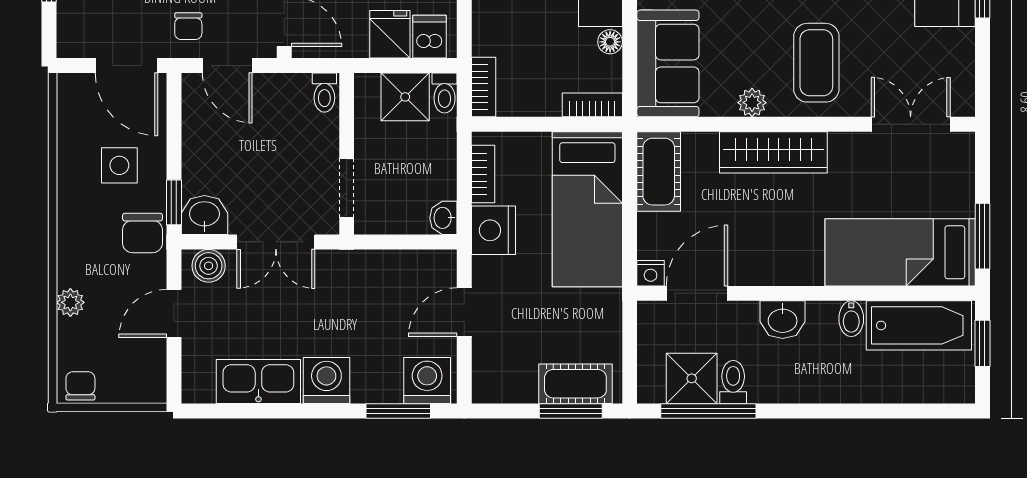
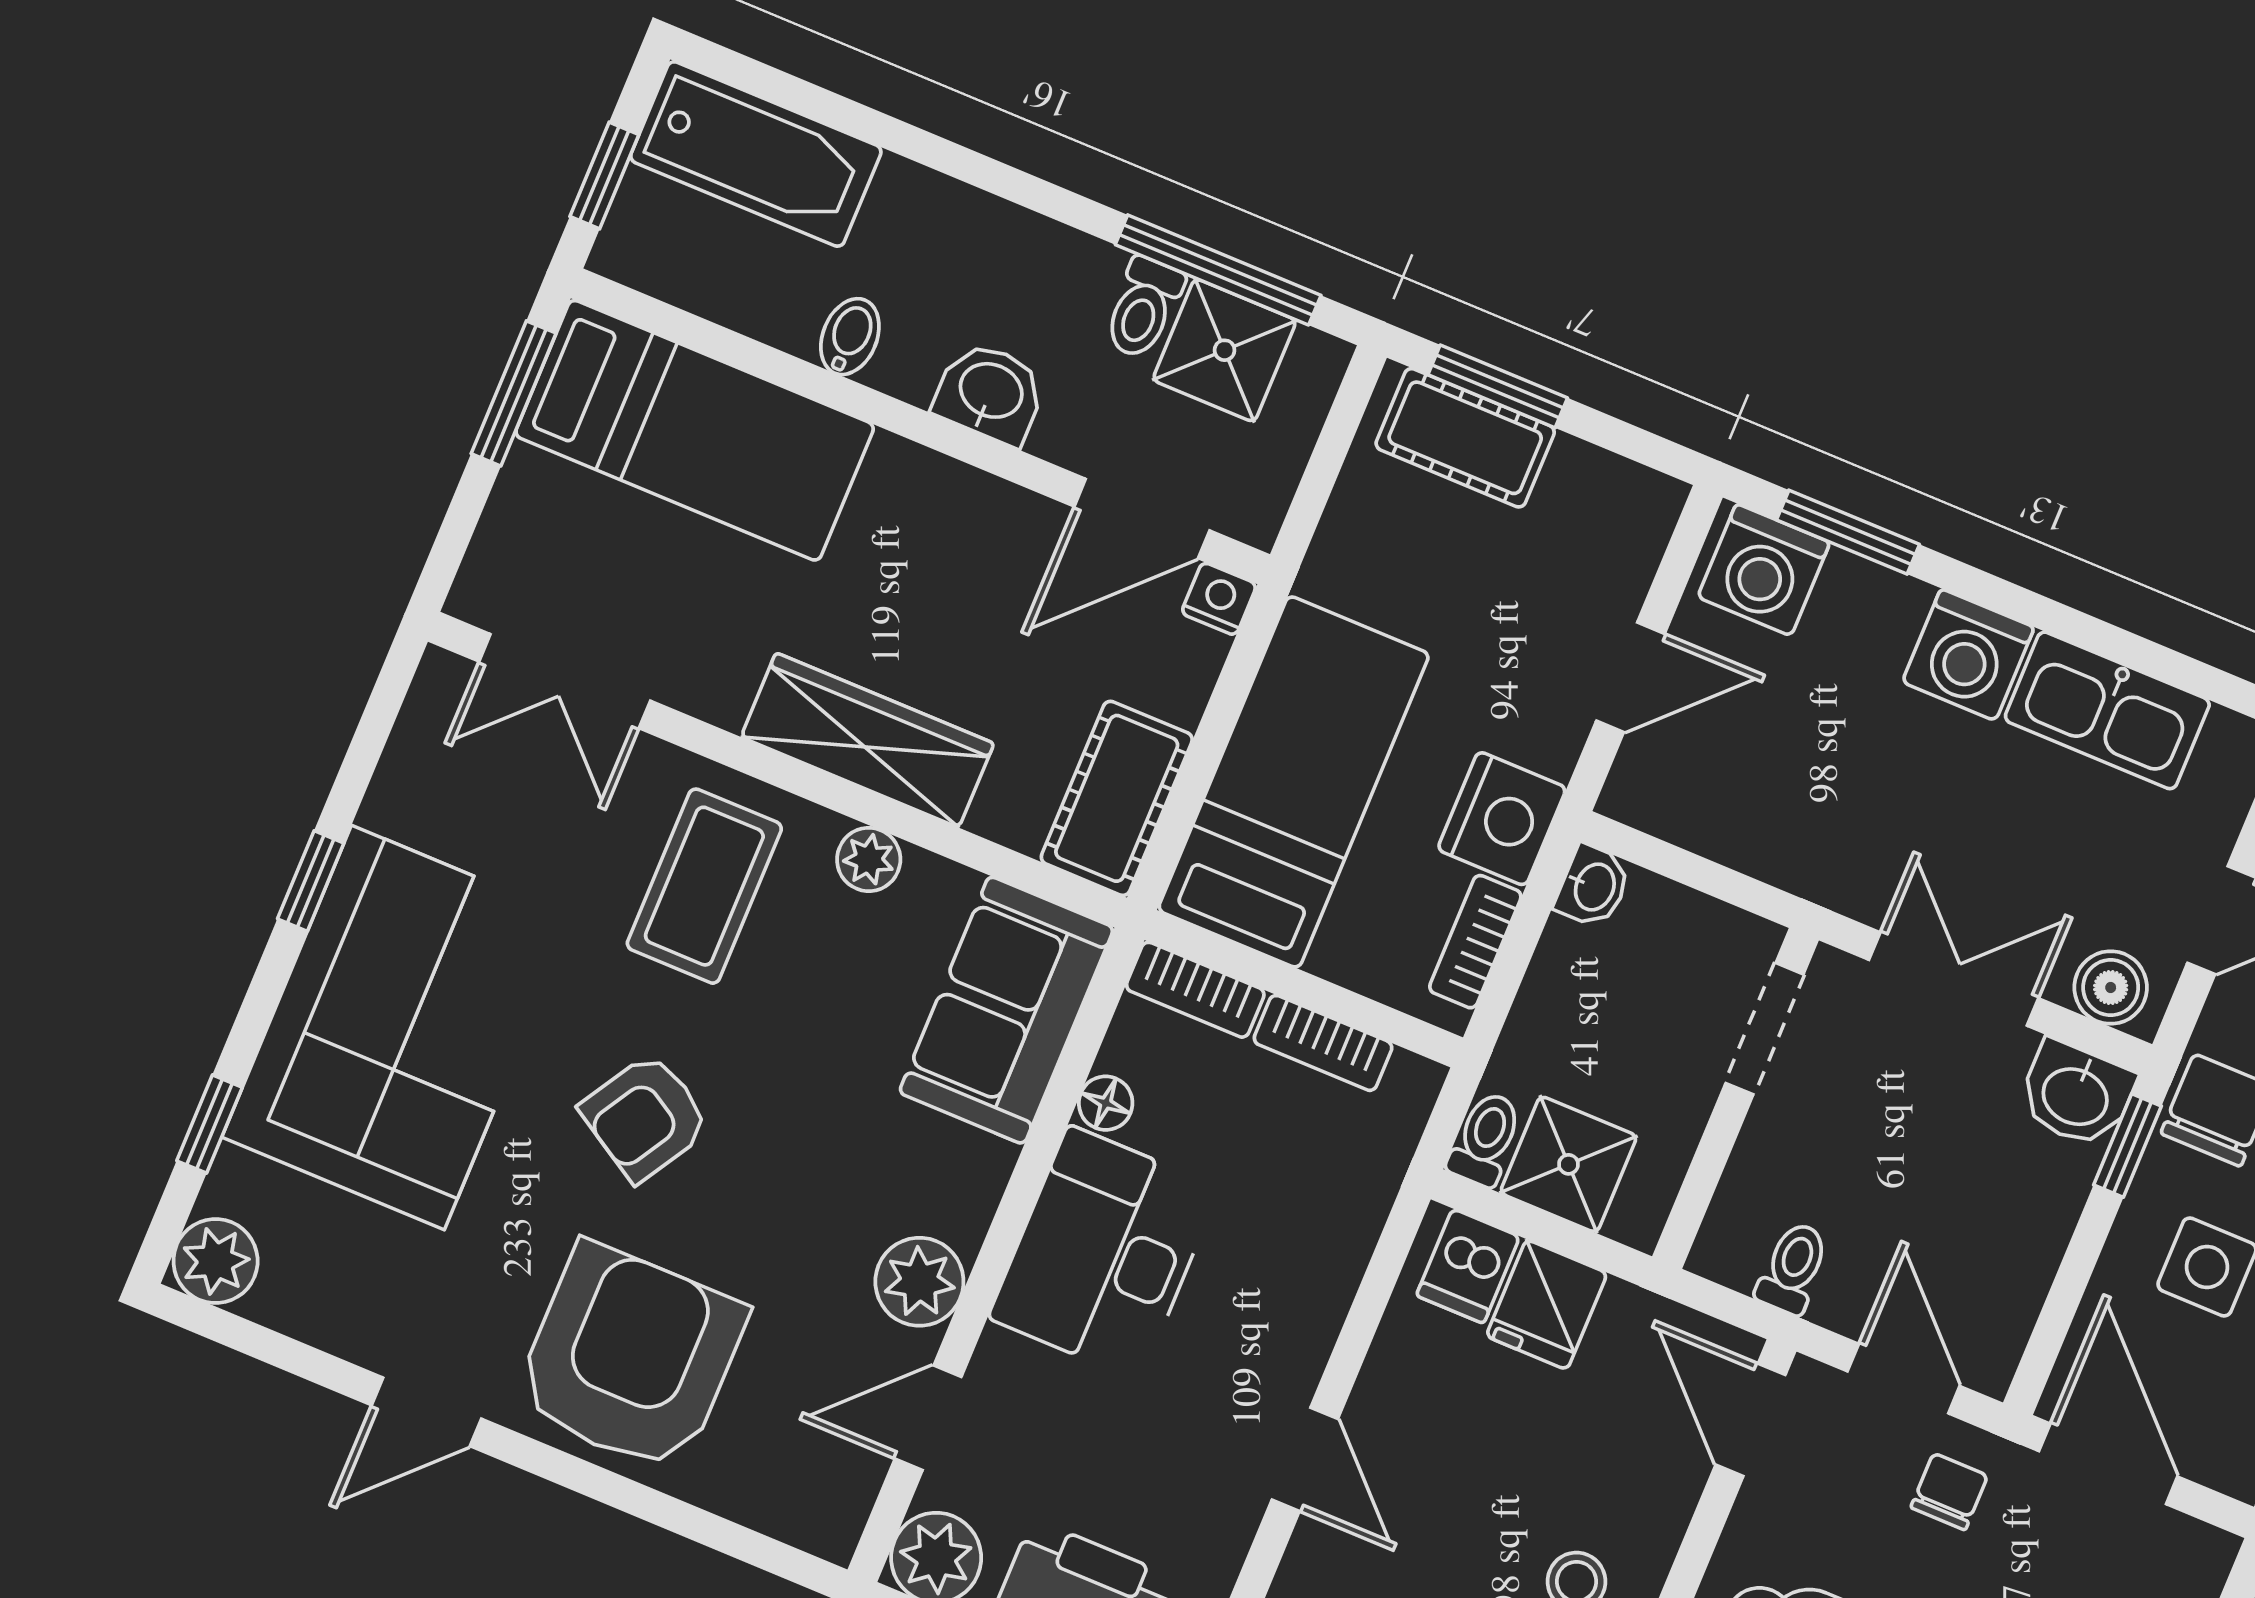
bookcase: (484, 87) -> (1323, 1043), moved, turned -90
toilet: (324, 93) -> (1793, 1268), moved
bathtub: (919, 325) -> (756, 154), moved, turned 180

